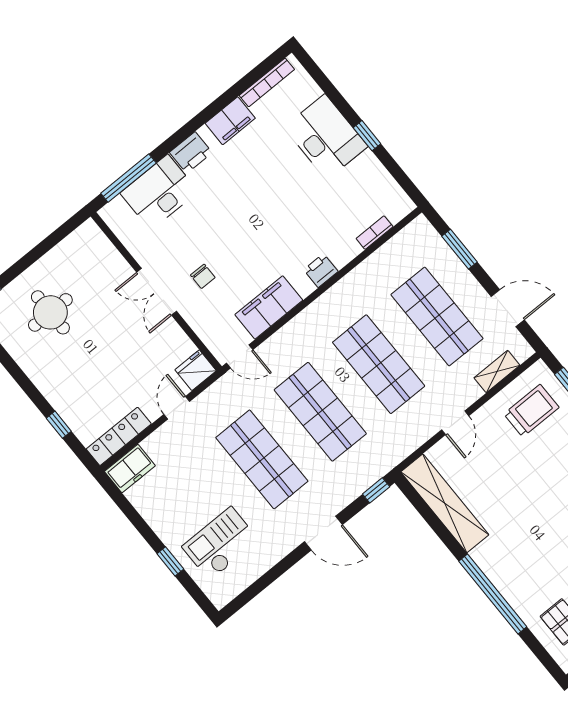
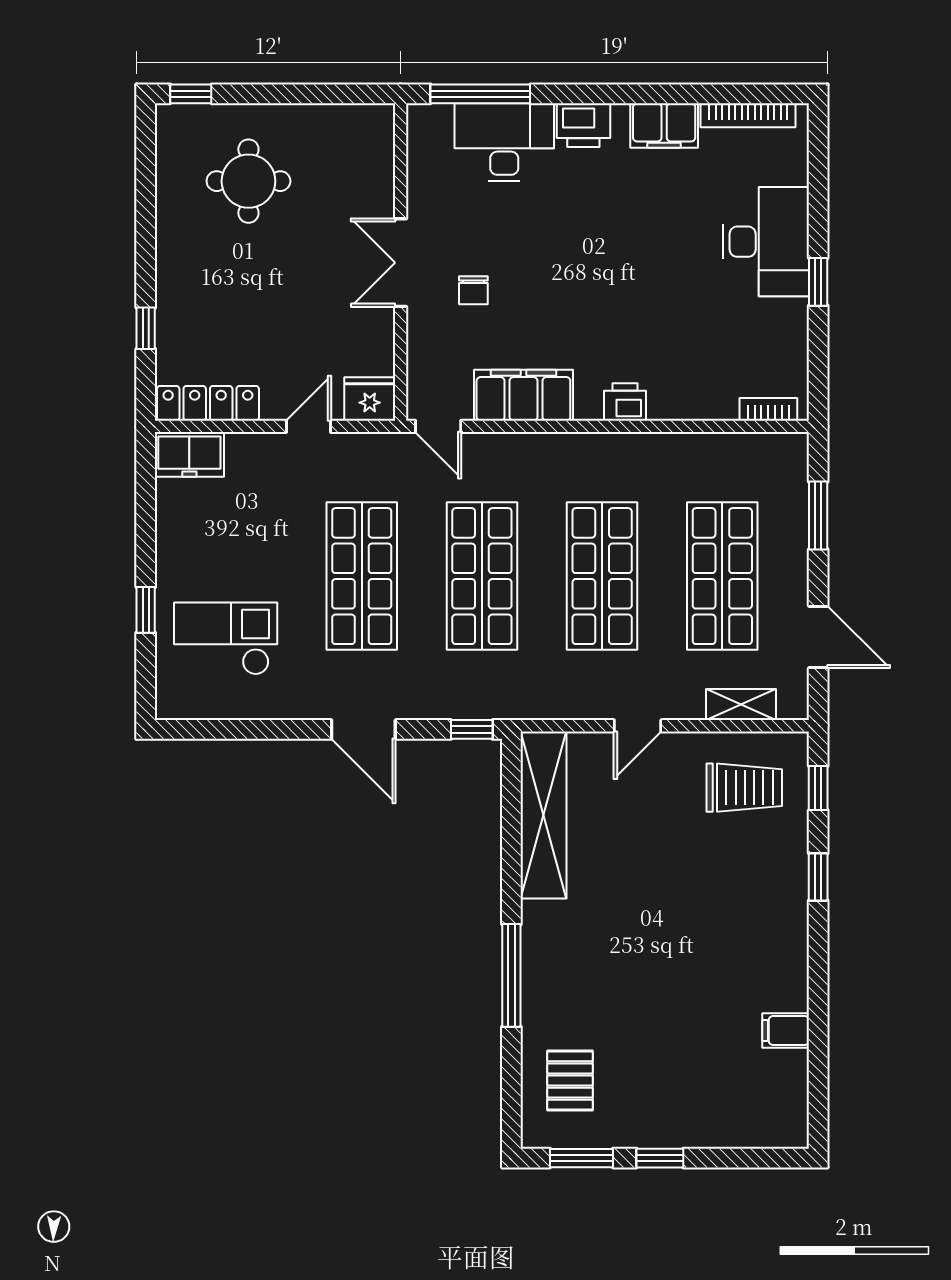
bookcase: (375, 233) -> (768, 409), moved
window: (493, 594) -> (511, 975), width x0.68

